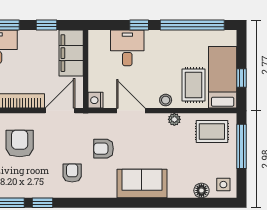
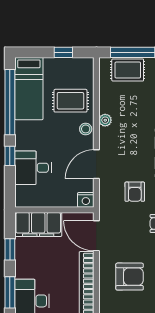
bed: (223, 77) -> (29, 89), moved, turned -90
rug: (212, 132) -> (128, 70), moved, turned 90
armchair: (20, 143) -> (130, 277), turned 180

